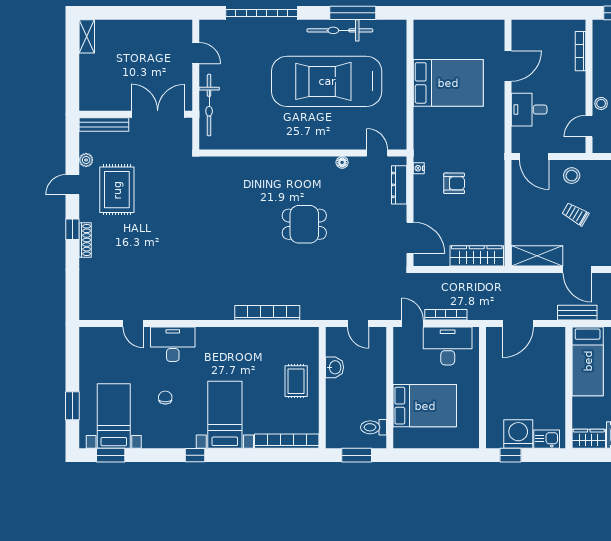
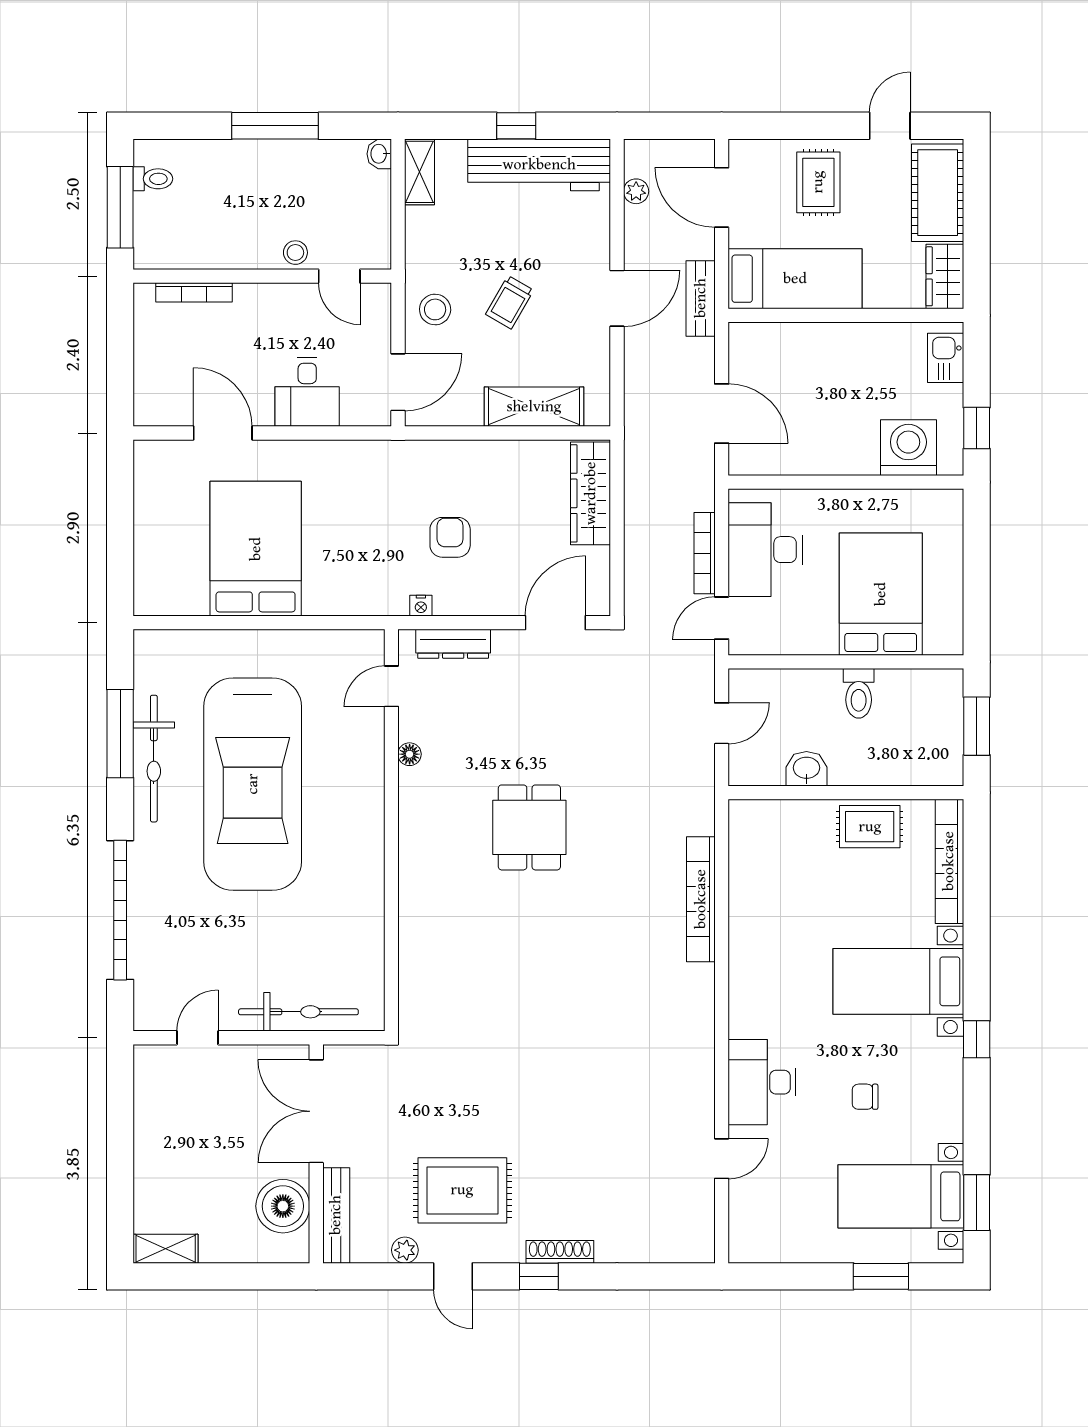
boiler: (109, 97) -> (283, 1206), added
shelving: (537, 256) -> (534, 407), moved, turned 90
rug: (296, 381) -> (870, 827), moved
toilet: (374, 427) -> (859, 693), moved
washing machine: (518, 434) -> (908, 448), moved, turned 90

